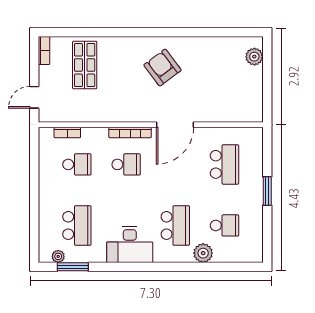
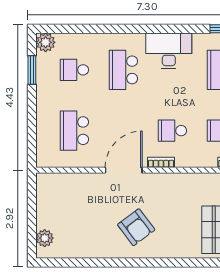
bookcase: (130, 133) -> (161, 162), width x0.64
window: (267, 191) -> (32, 70), moved
plant: (203, 253) -> (46, 42), moved

